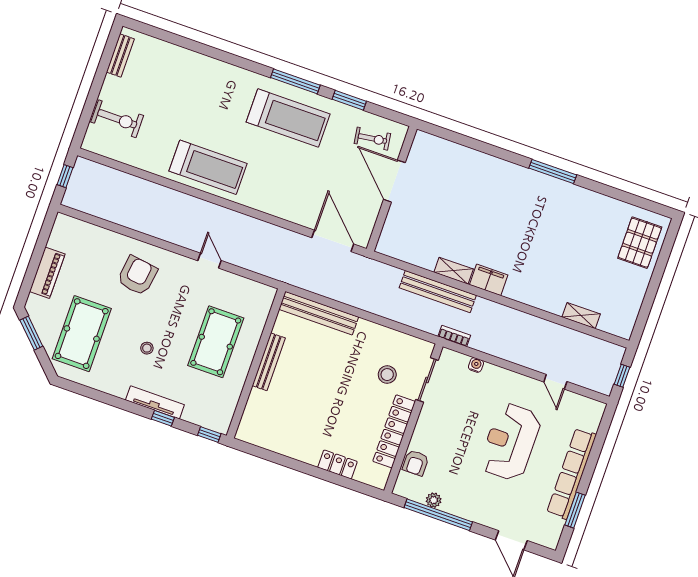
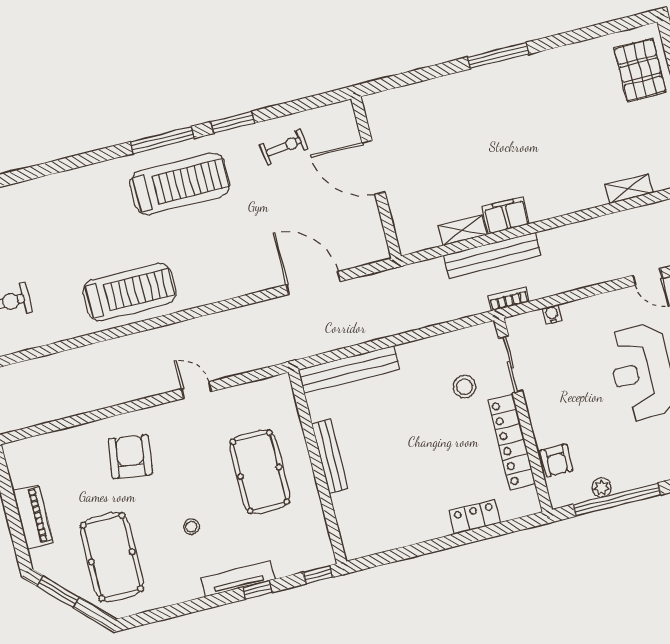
door: (394, 181) -> (373, 167), moved
wall: (392, 189) -> (376, 177), moved
bench: (438, 292) -> (492, 255), moved

